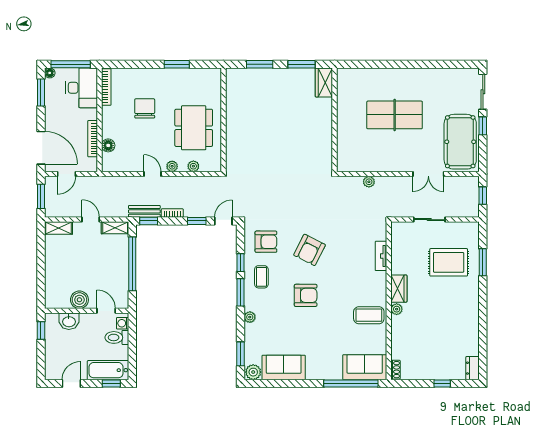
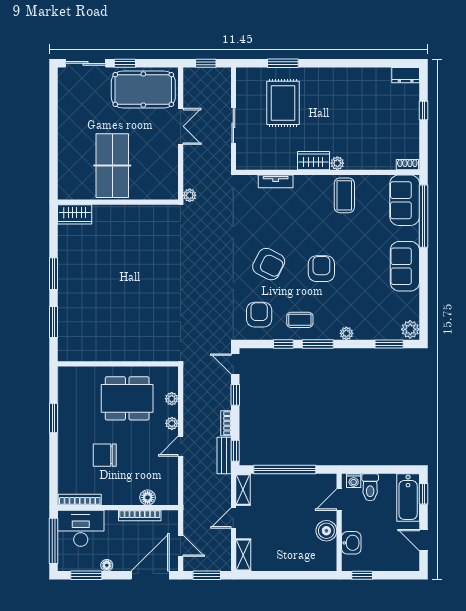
floor lamp: (50, 73) -> (107, 565), moved
wardrobe: (324, 82) -> (75, 214), moved
wall: (335, 120) -> (118, 202), moved
sofa: (284, 367) -> (405, 266), moved

